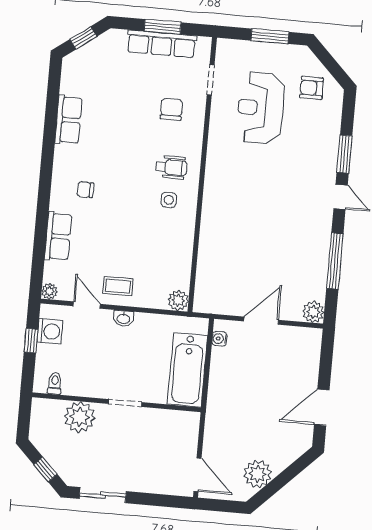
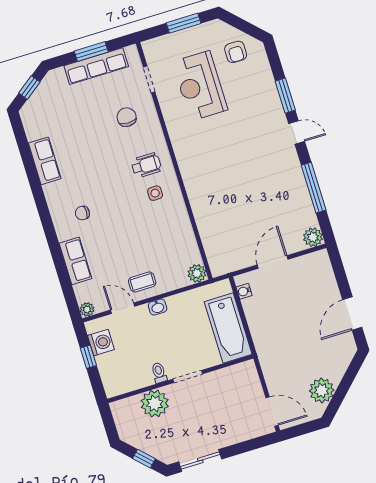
armchair: (312, 88) -> (236, 52), turned -90
toilet: (55, 383) -> (159, 373), moved

